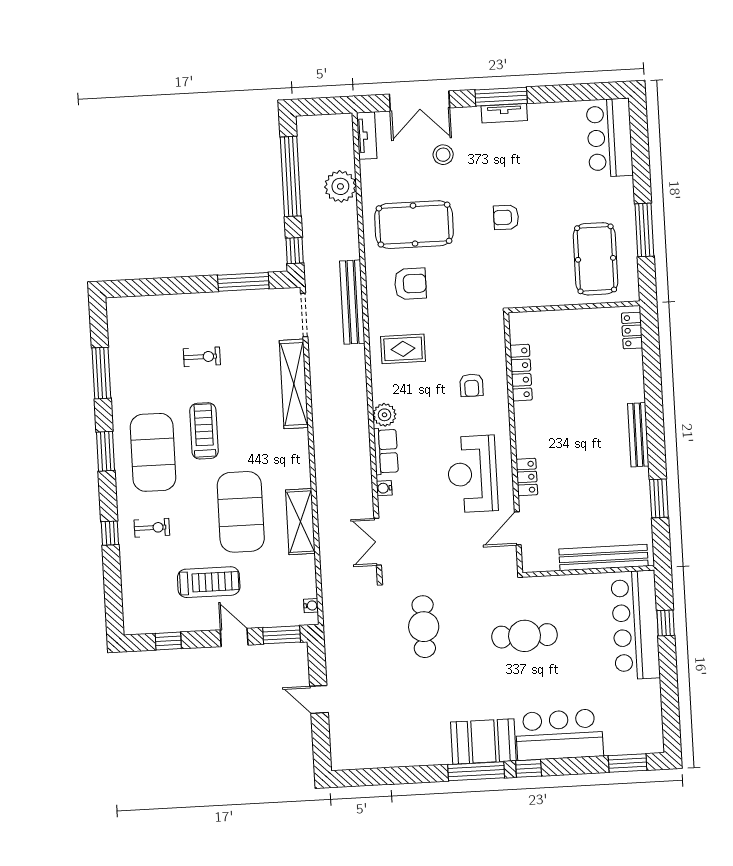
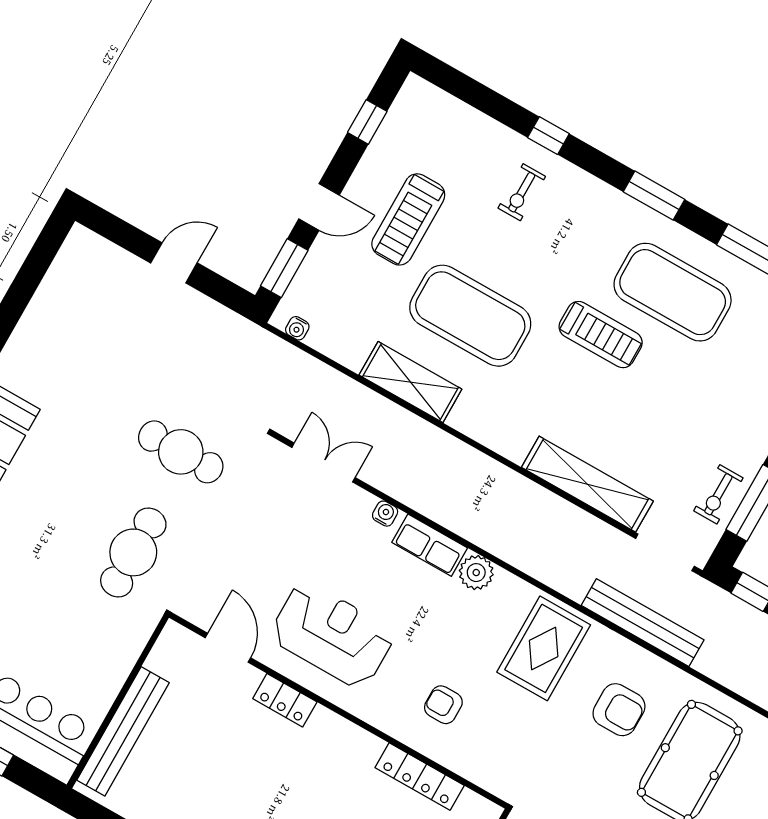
armchair: (410, 284) -> (619, 710), turned -90
rug: (403, 349) -> (544, 648), width x1.36, depth x1.43
exercise bike: (202, 357) -> (718, 494), moved
exercise mat: (153, 452) -> (673, 292), moved
cafe table: (525, 636) -> (133, 552), moved

